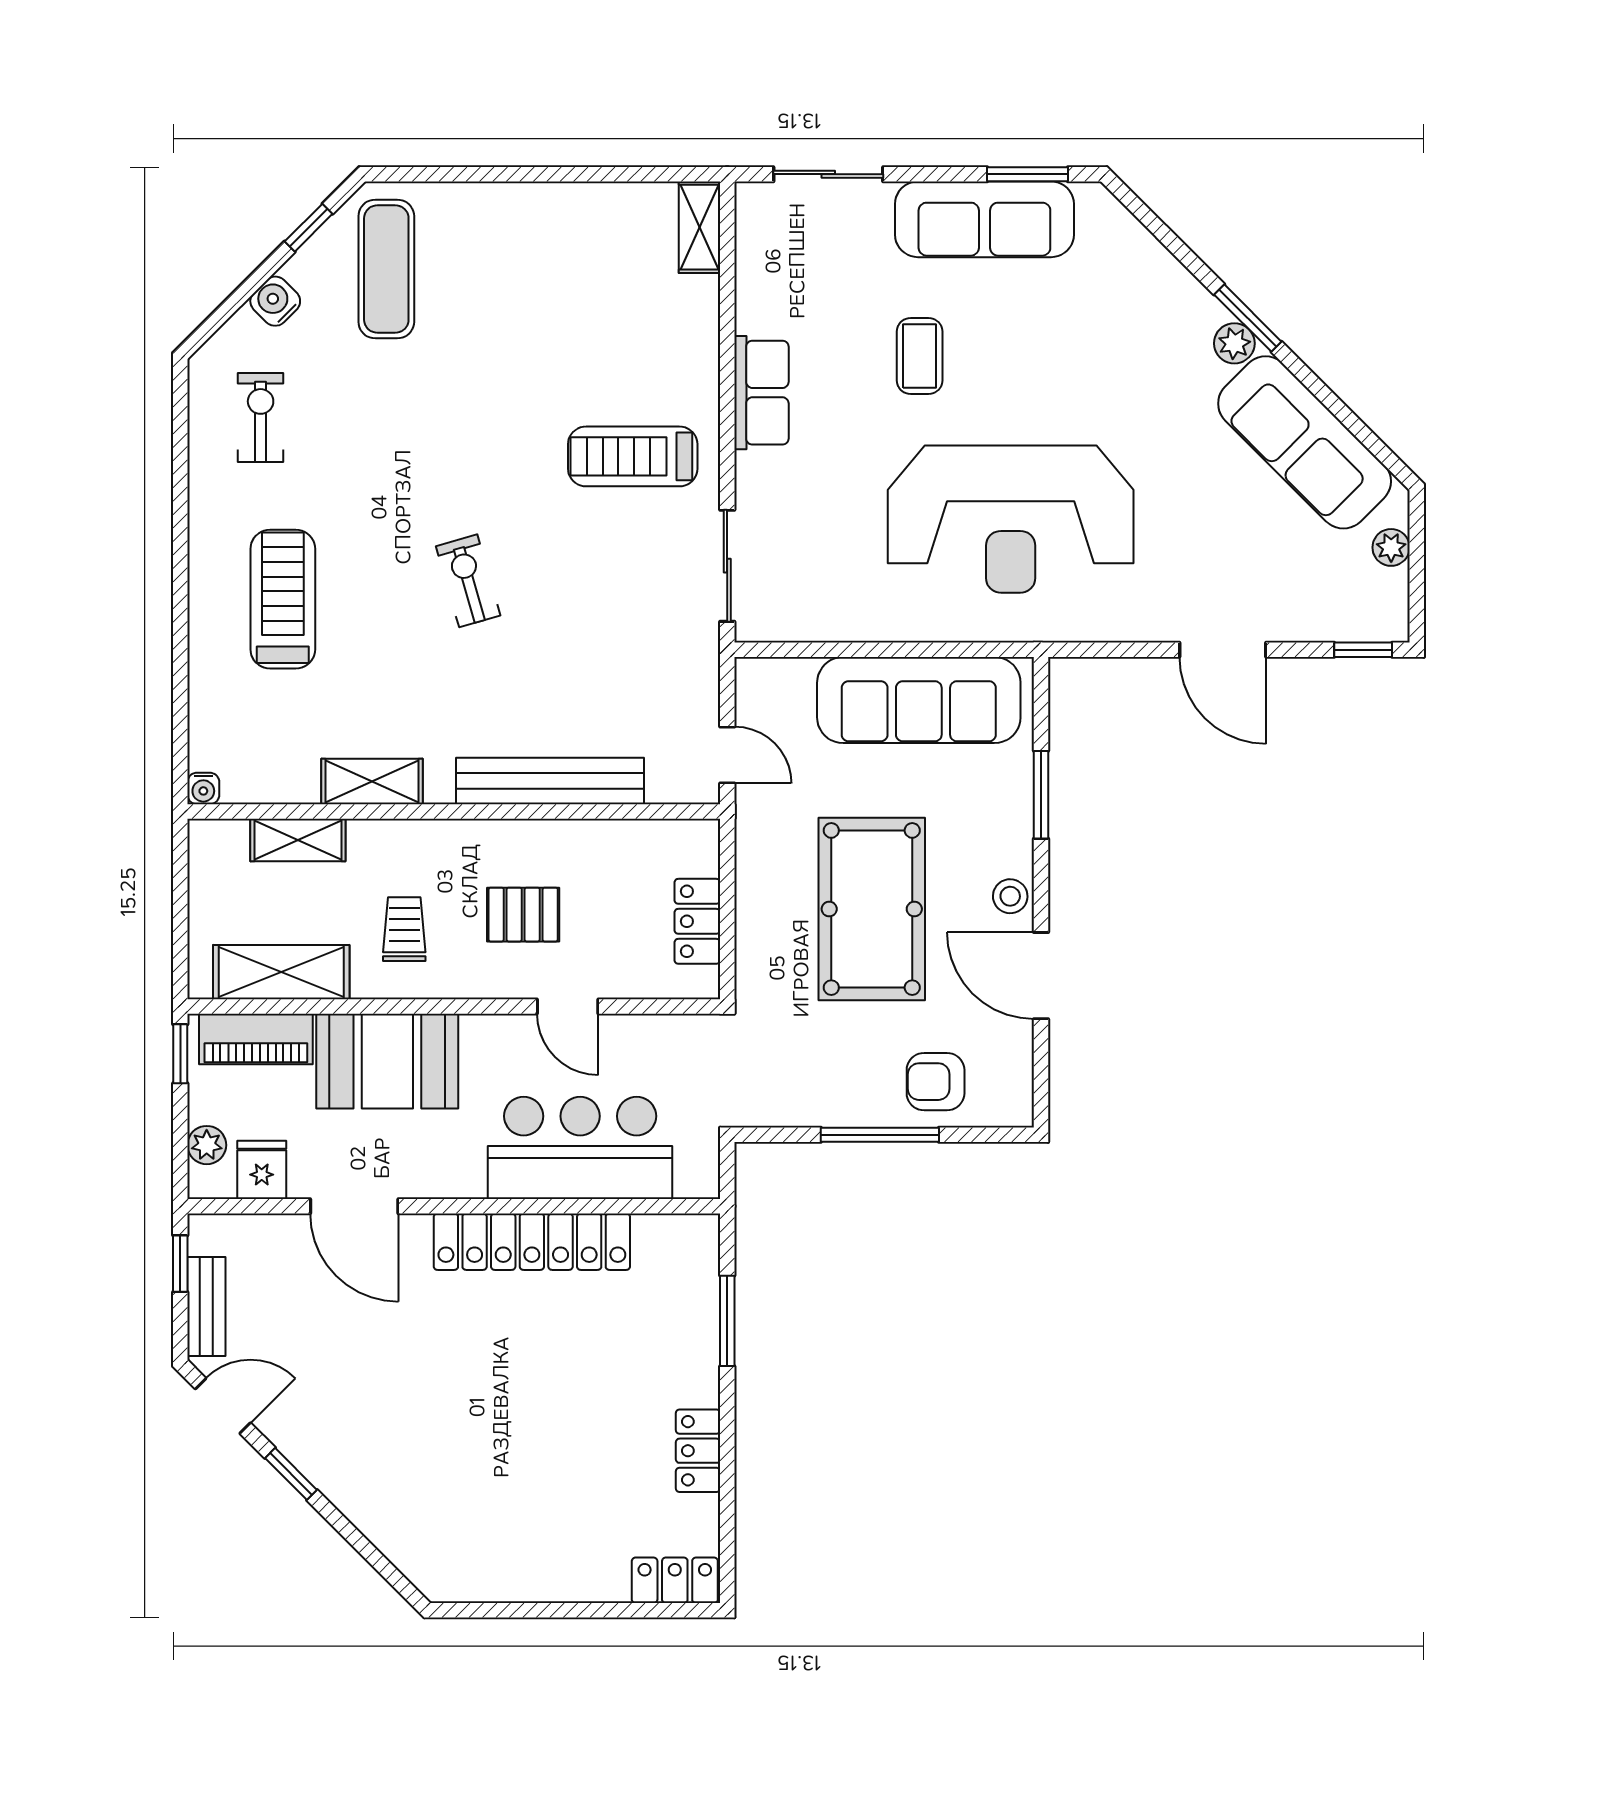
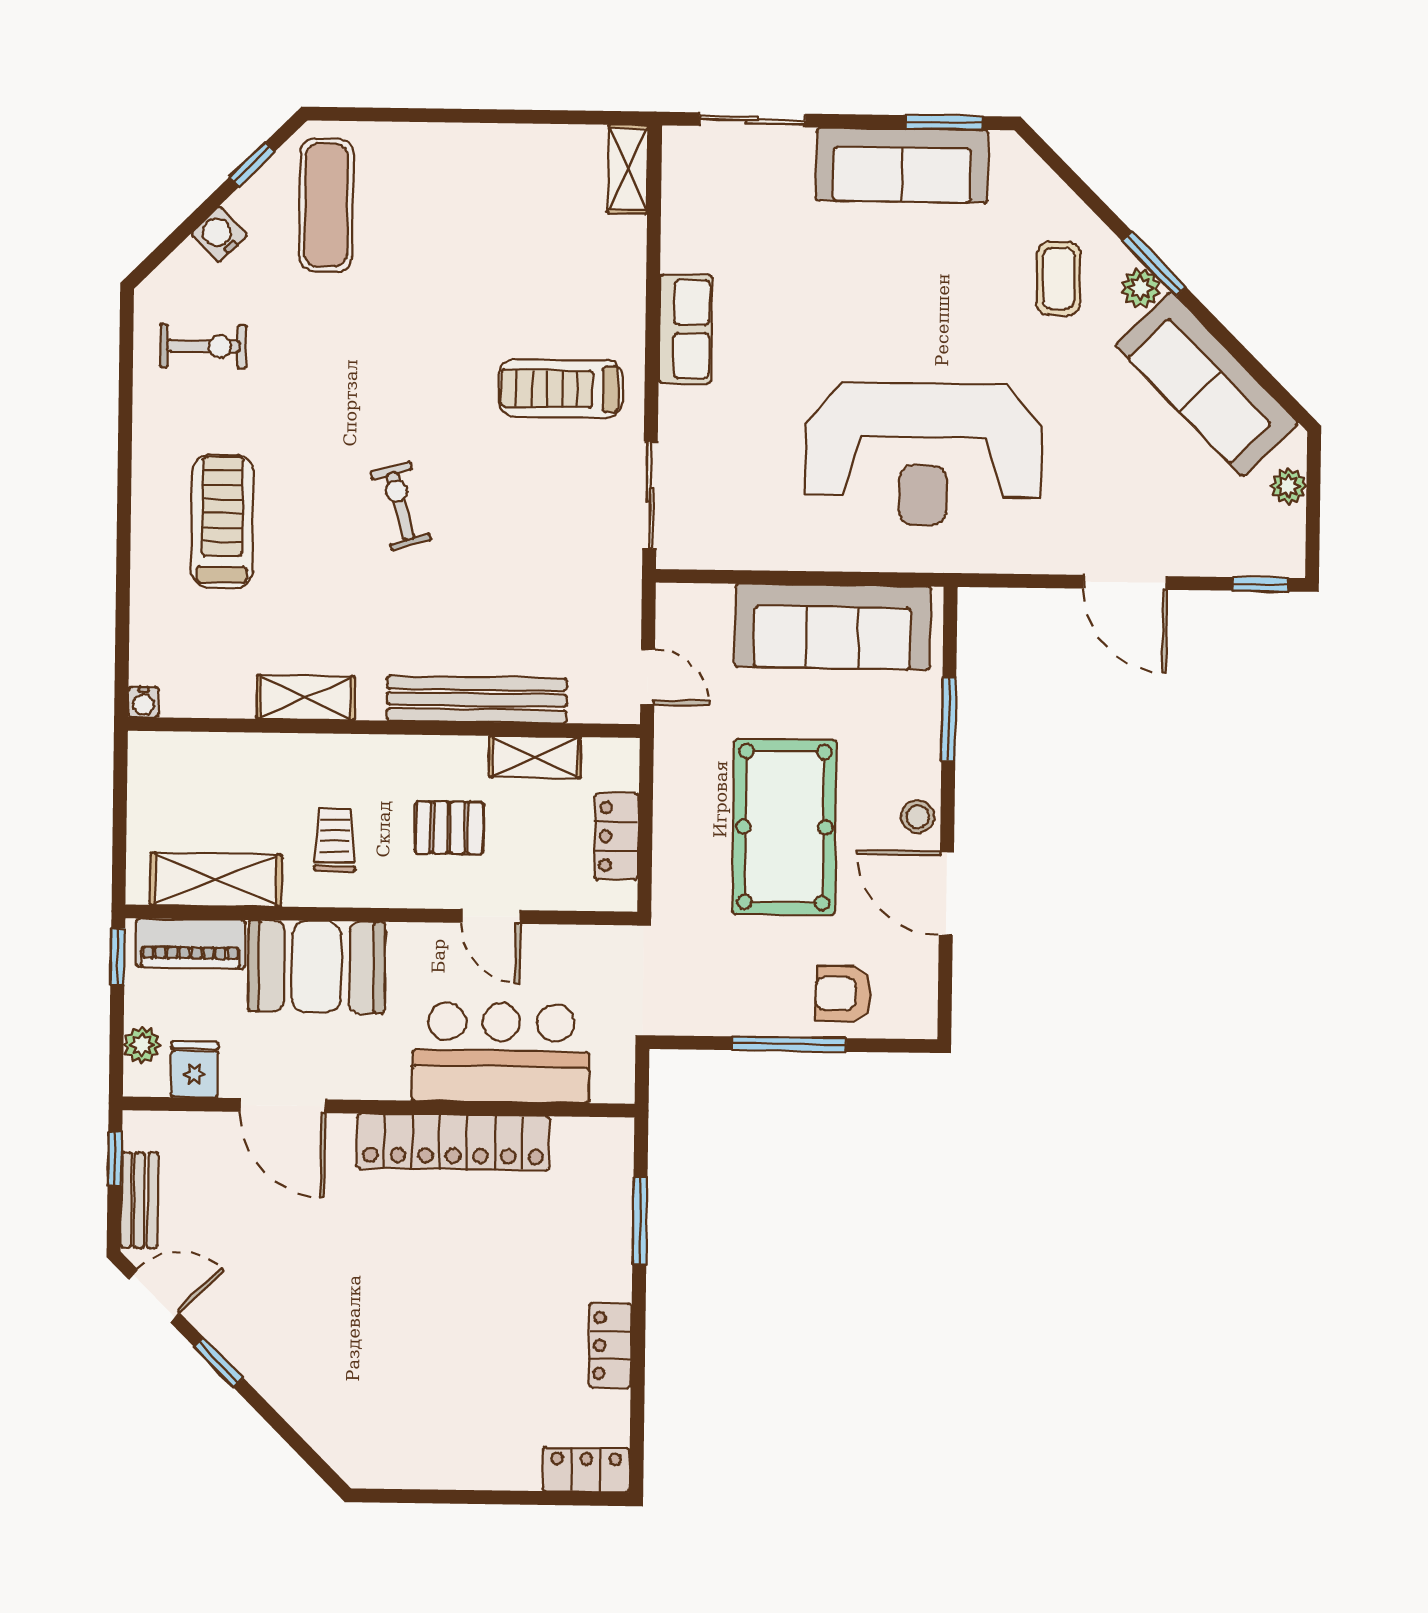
coffee table: (920, 356) -> (1059, 278), moved
exercise bike: (261, 418) -> (203, 346), turned 90
shelving: (298, 840) -> (535, 757), moved

